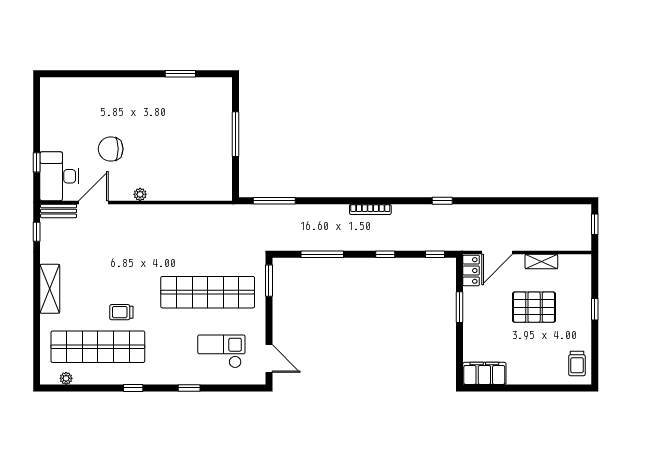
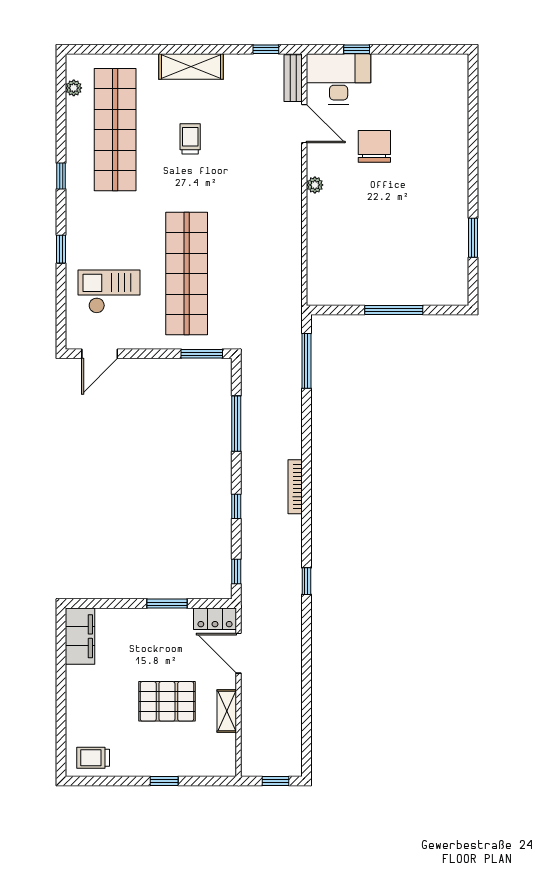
pallet: (534, 307) -> (167, 701), turned 90
trolley: (121, 312) -> (190, 139), moved
checkout: (221, 351) -> (109, 292), turned -90

